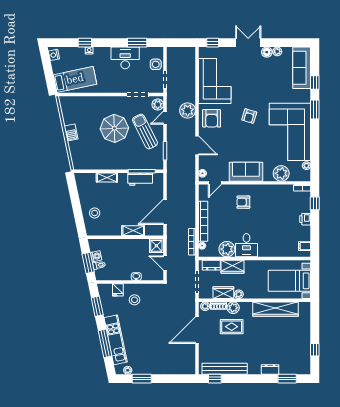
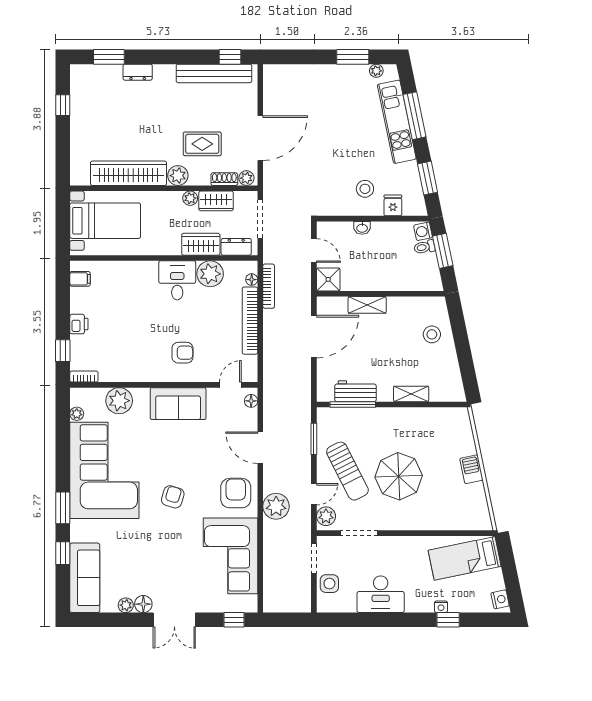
window: (137, 43) -> (360, 620), removed
washing machine: (96, 256) -> (423, 231), moved
plant: (233, 308) -> (178, 176), moved

